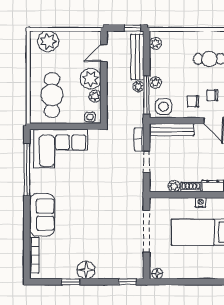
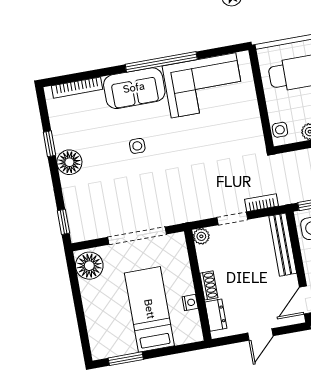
corner sofa: (61, 148) -> (204, 85), moved, turned -90
window: (27, 170) -> (161, 62), moved
plant: (174, 186) -> (201, 236), moved
side table: (83, 220) -> (137, 146), added
floor lamp: (157, 274) -> (89, 266), width x1.89, depth x1.89

